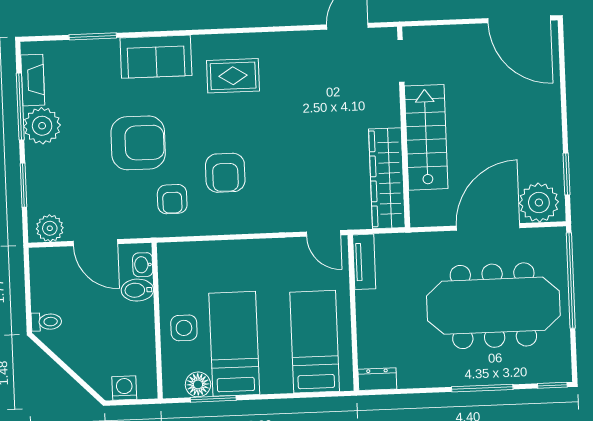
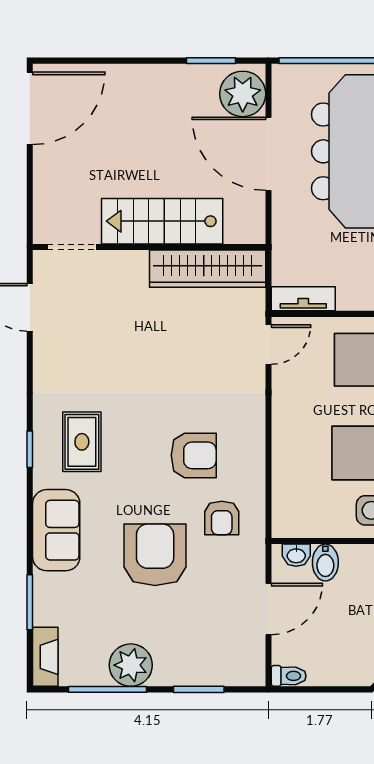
window: (225, 31) -> (30, 449), added
fireplace: (33, 80) -> (45, 657), moved, turned 90
armchair: (172, 199) -> (222, 518), turned 90
plant: (50, 228) -> (250, 661), removed
toilet: (46, 322) -> (289, 676), moved, turned 90

